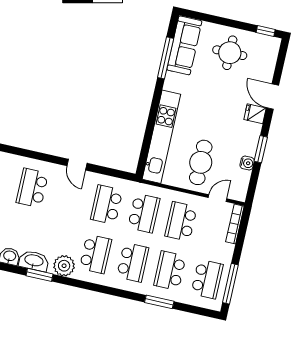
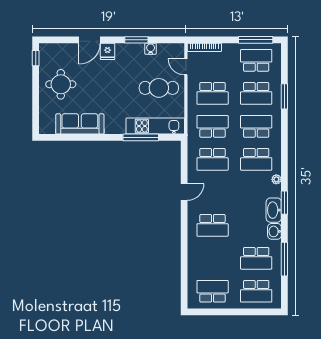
sofa: (184, 45) -> (80, 124), moved
window: (166, 58) -> (141, 137), moved
kitchen unit: (161, 137) -> (155, 126), width x0.73
school desk: (95, 254) -> (256, 159), turned 180
plant: (64, 266) -> (276, 179), width x0.53, depth x0.53

